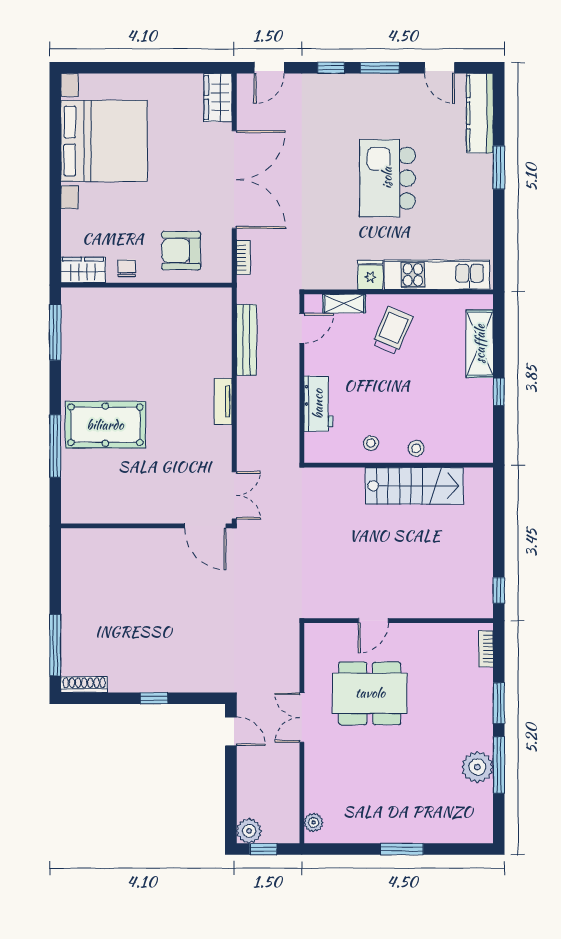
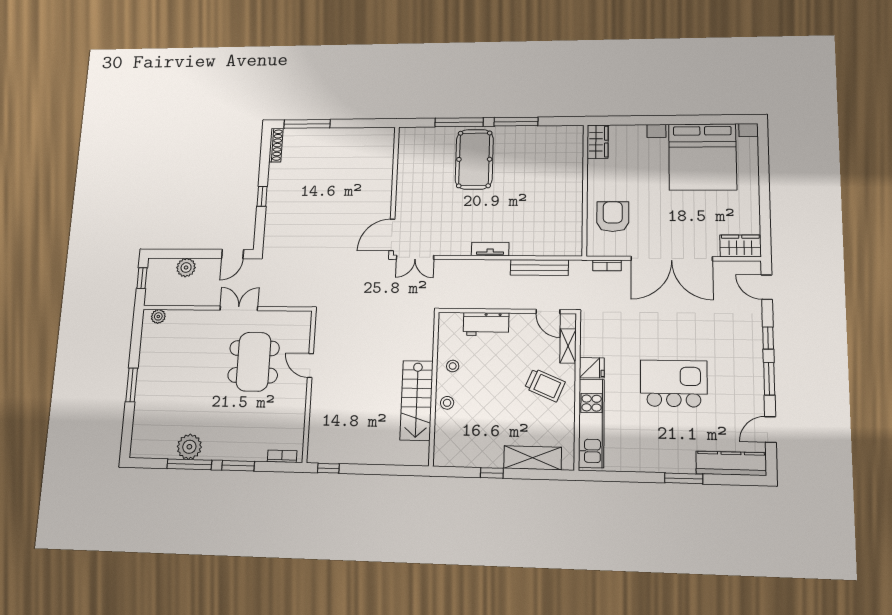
chair: (127, 268) -> (599, 175), removed
window: (55, 332) -> (516, 122), moved
plant: (249, 831) -> (186, 268), moved

